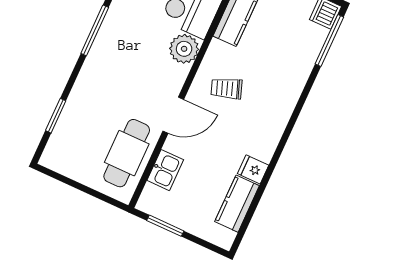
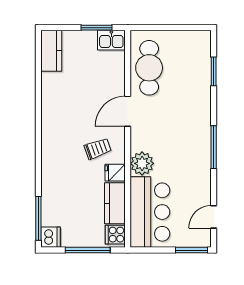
fridge: (253, 169) -> (115, 173), moved, turned 180
kitchen sink: (165, 170) -> (111, 40), moved, turned -90
kitchen counter: (237, 204) -> (51, 51), moved

